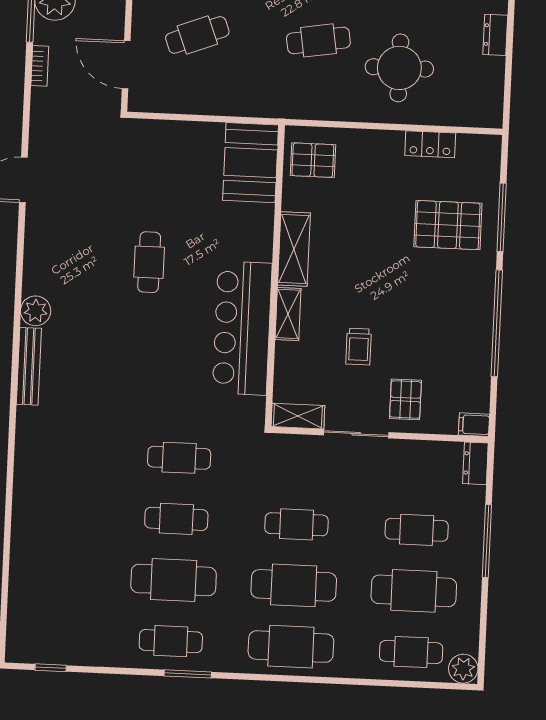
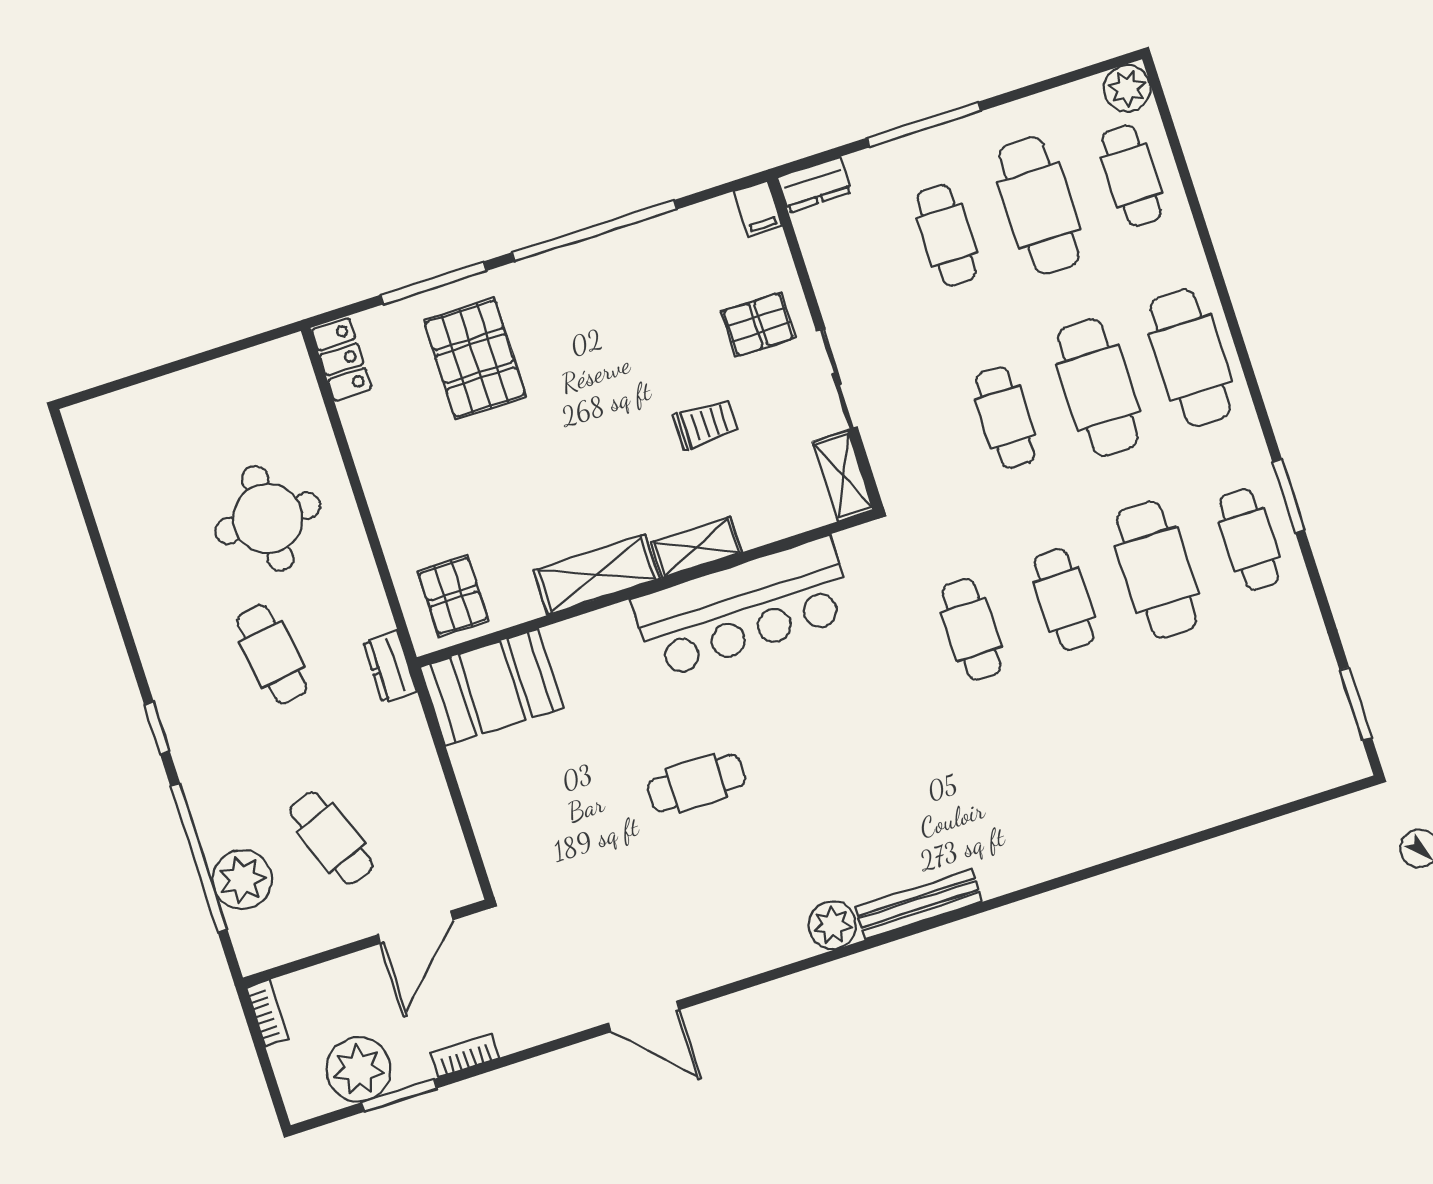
dresser: (495, 35) -> (390, 667), moved, turned 90
locker: (430, 144) -> (342, 359), moved
window: (51, 668) -> (1356, 704), width x1.50

